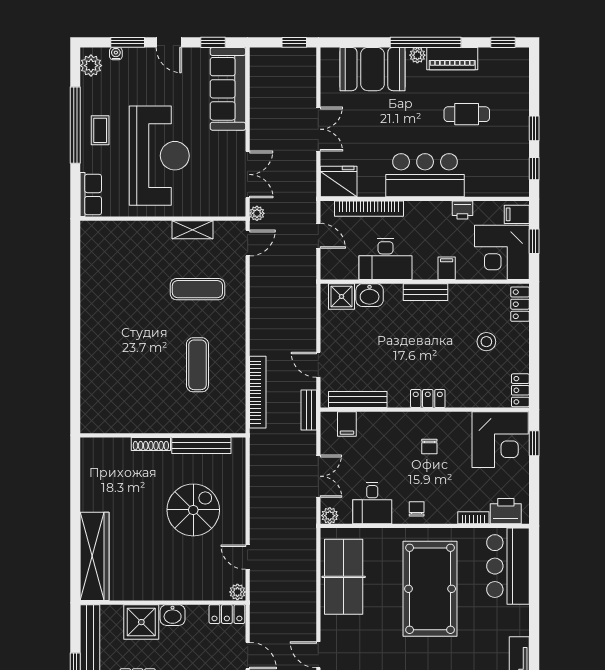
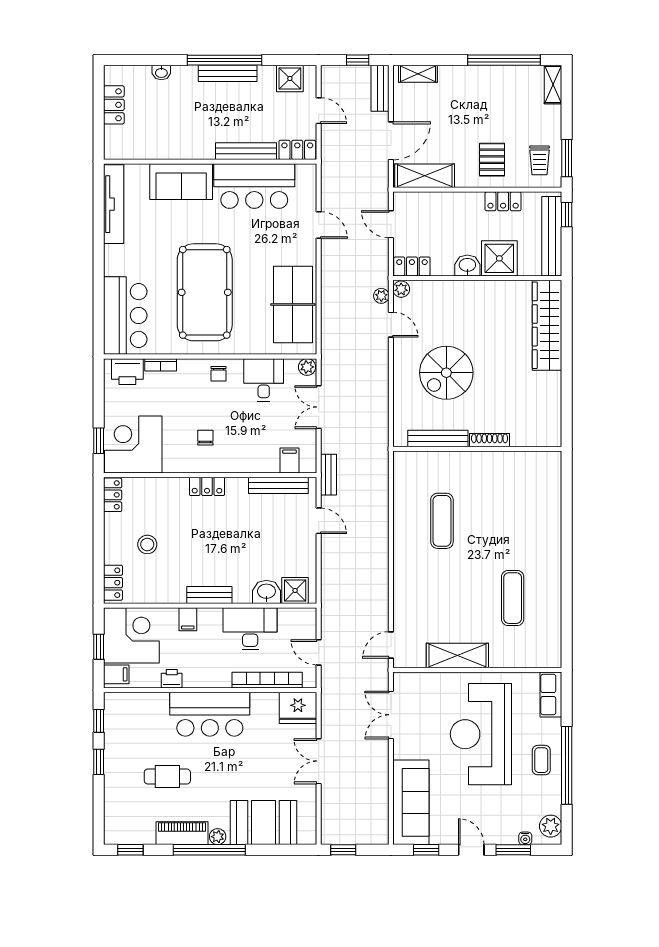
plant: (257, 213) -> (381, 296), moved
shelving: (192, 230) -> (457, 656), width x1.50, depth x1.33
exercise mat: (197, 289) -> (513, 598), moved, turned 90
bookcase: (258, 392) -> (381, 493), removed

